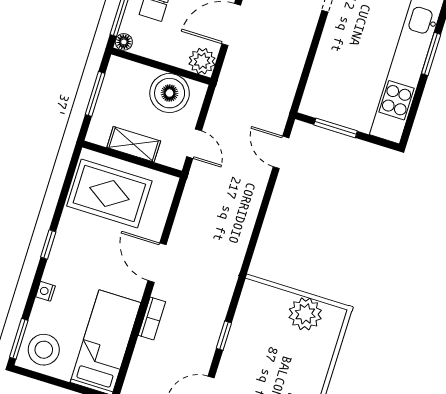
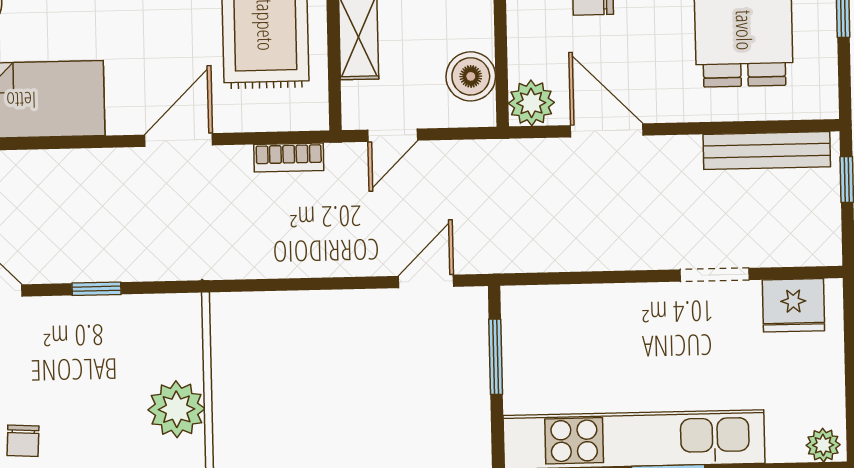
boiler: (170, 93) -> (471, 76), width x0.73, depth x0.73
bookcase: (152, 318) -> (289, 158), moved

